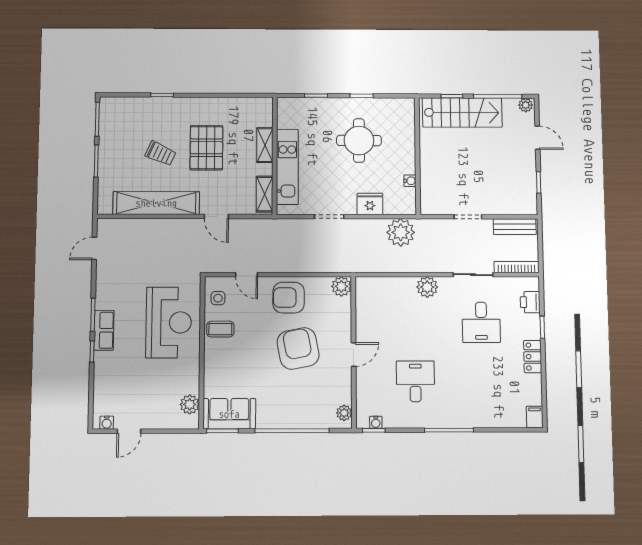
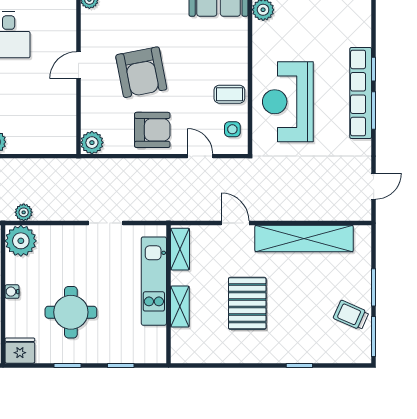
trolley: (161, 153) -> (351, 315), moved
water cooler: (410, 181) -> (12, 292), moved
plant: (403, 201) -> (21, 241), added
fridge: (370, 204) -> (20, 351), moved, turned 180
plant: (401, 232) -> (24, 212), width x0.53, depth x0.53
row of seats: (104, 330) -> (361, 93), width x2.02

